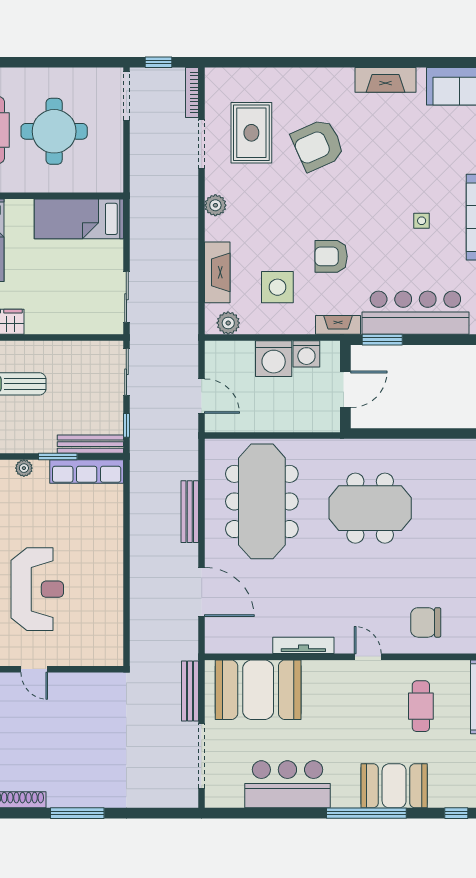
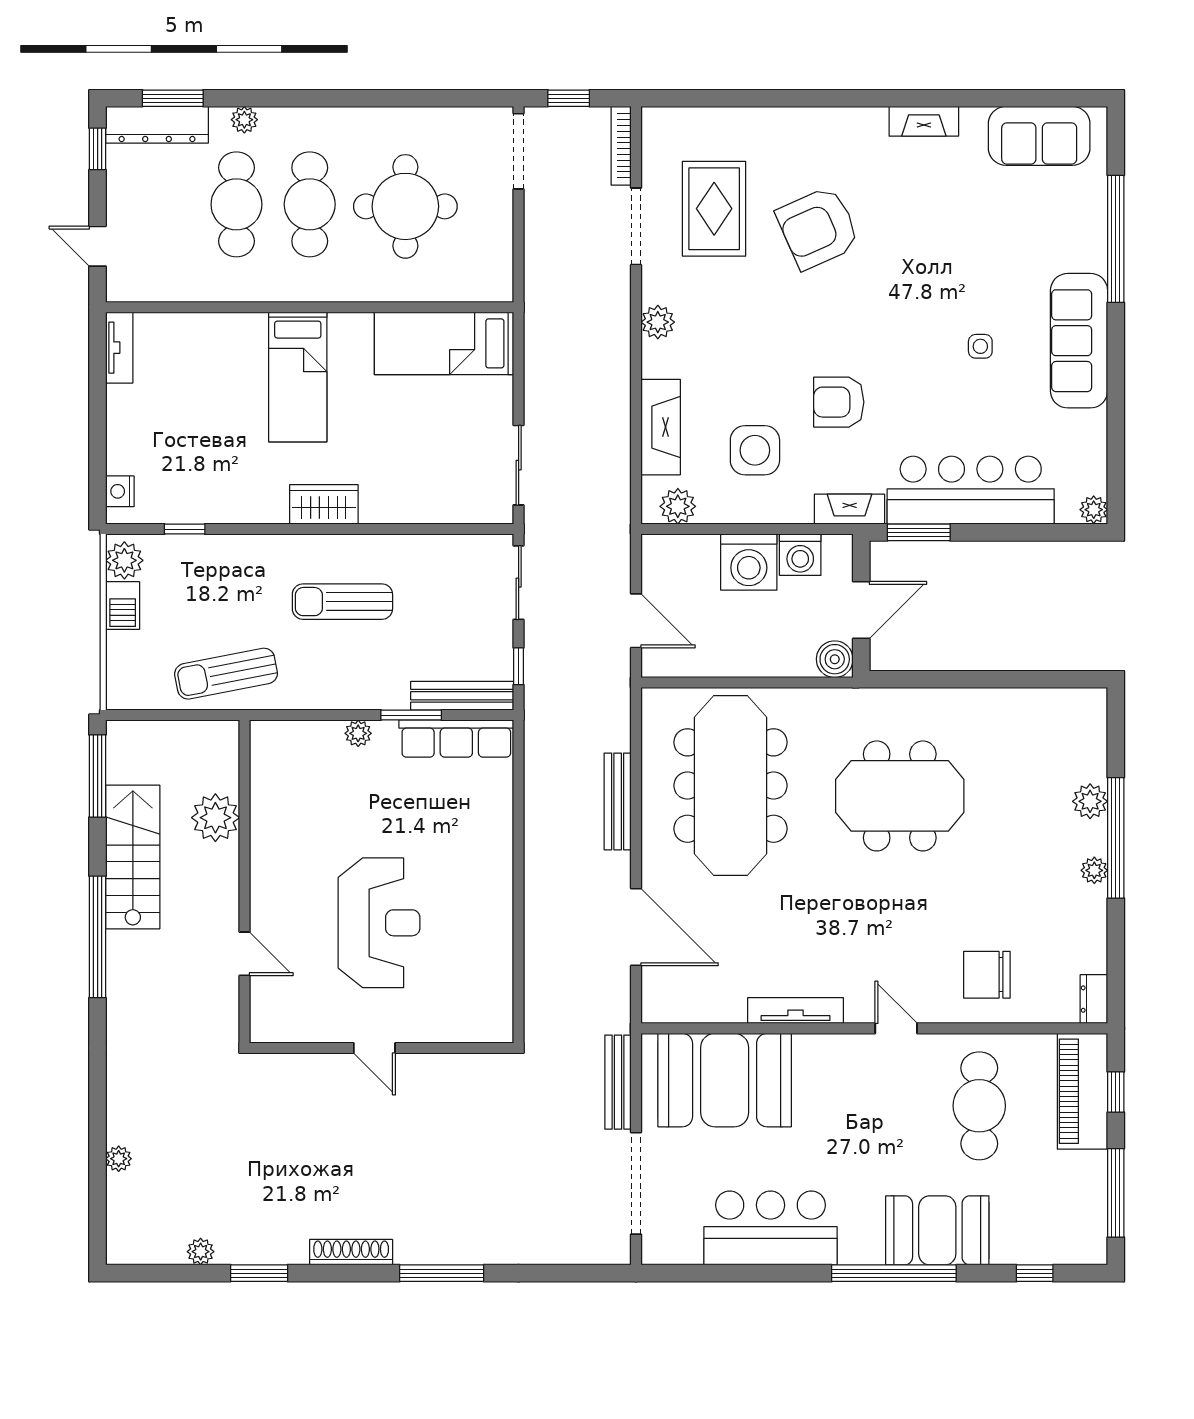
fireplace: (385, 80) -> (924, 121), width x0.73, depth x0.76
boiler: (329, 421) -> (835, 659), added
cafe table: (421, 706) -> (979, 1106), width x1.37, depth x1.35

